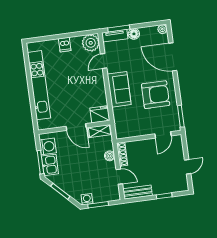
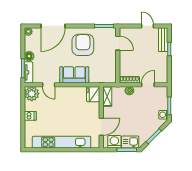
door: (76, 127) -> (101, 127), moved
bench: (138, 192) -> (163, 40), moved

